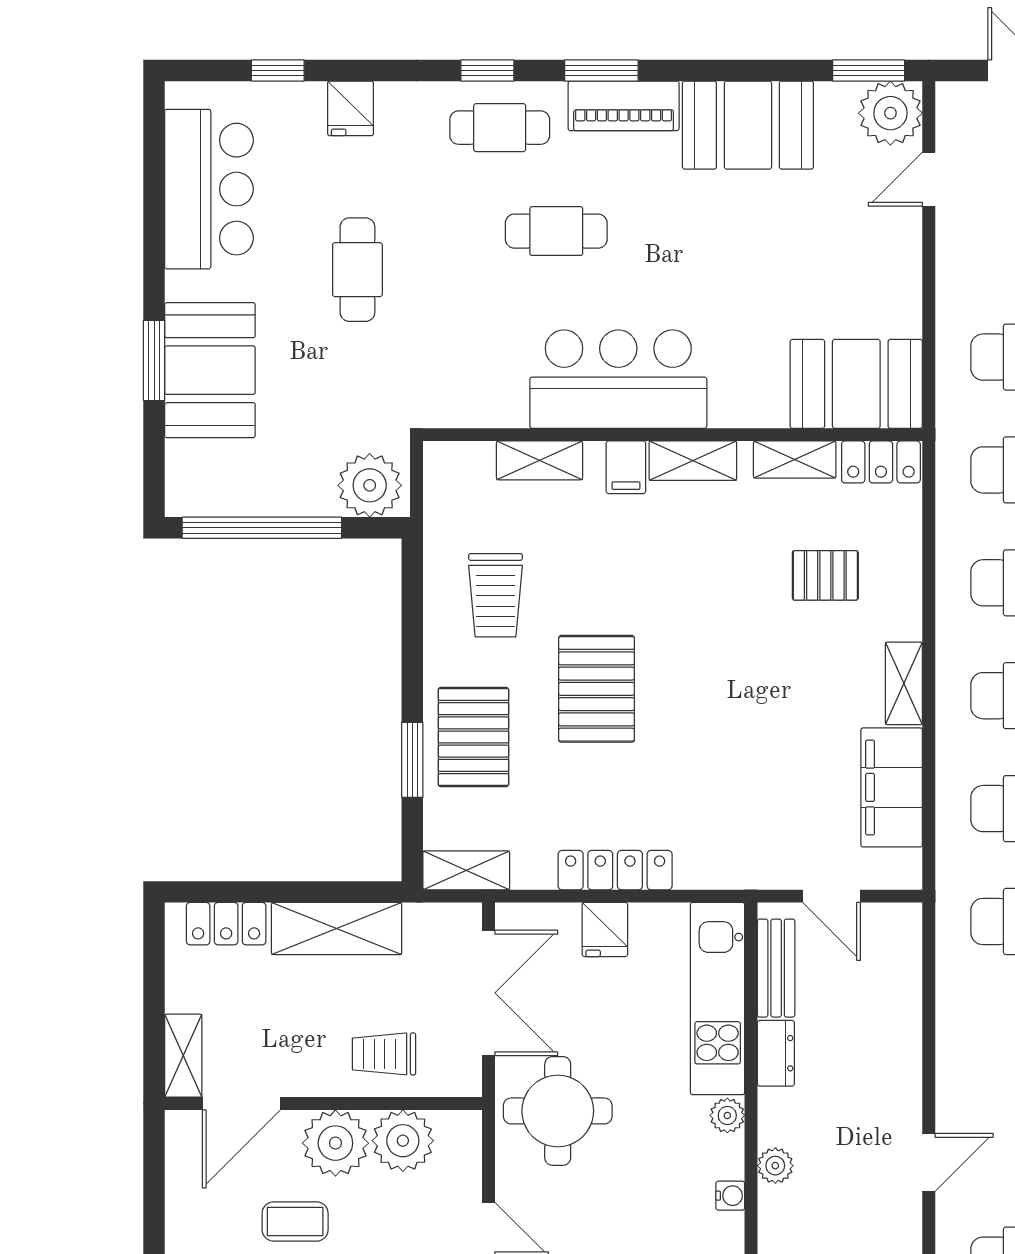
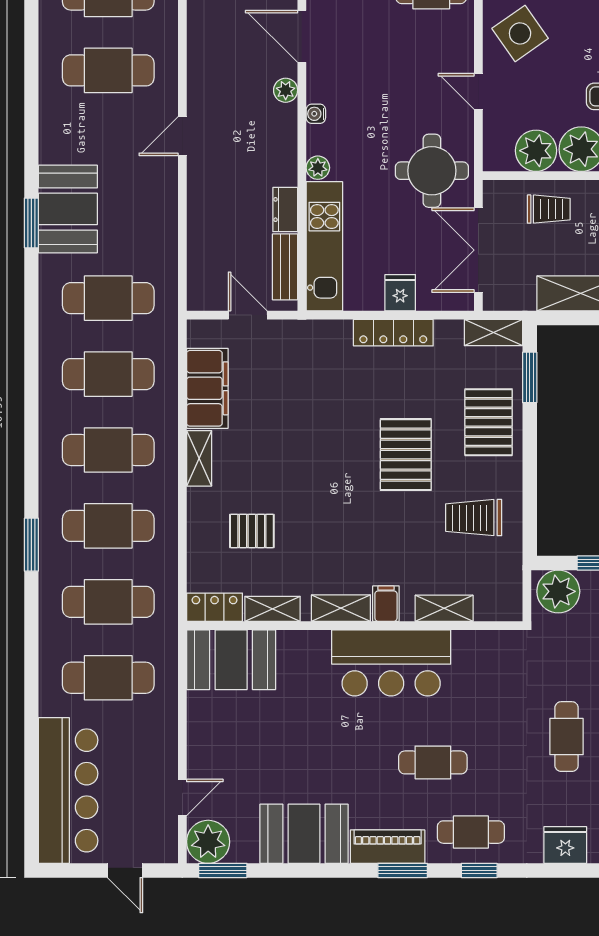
fridge: (351, 108) -> (565, 845), width x1.38
trolley: (495, 595) -> (474, 518), turned -90
window: (412, 760) -> (530, 377), moved
plant: (775, 1166) -> (286, 90), moved

